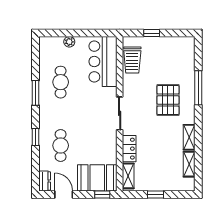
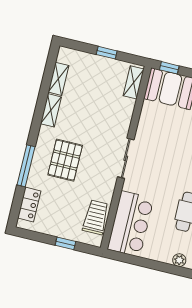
plant: (69, 42) -> (179, 260), moved
locker: (129, 149) -> (29, 204), moved, turned 180

